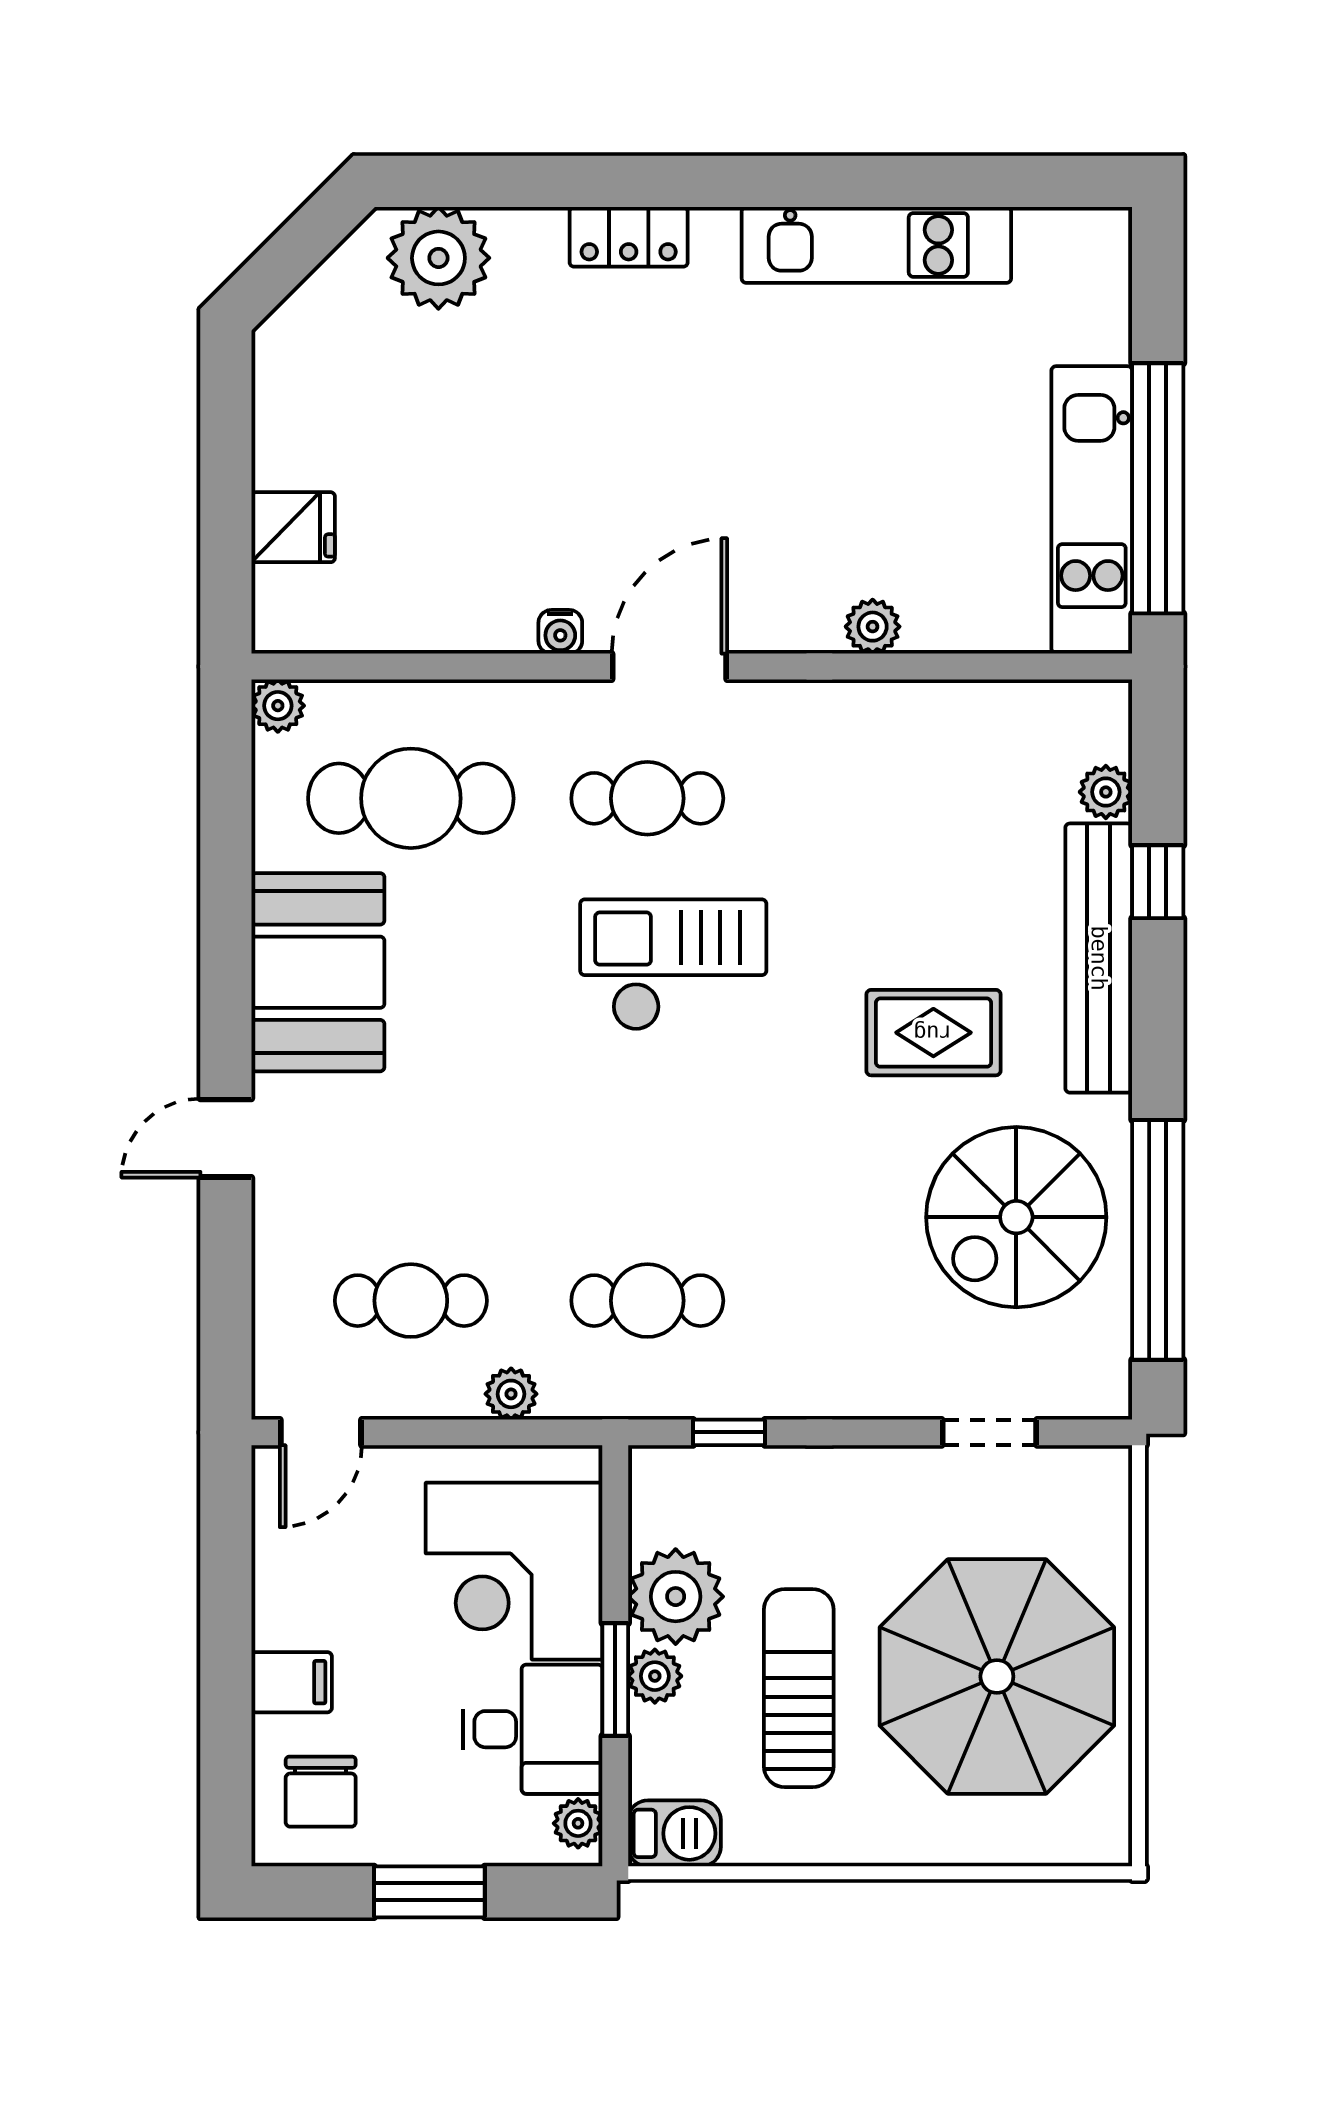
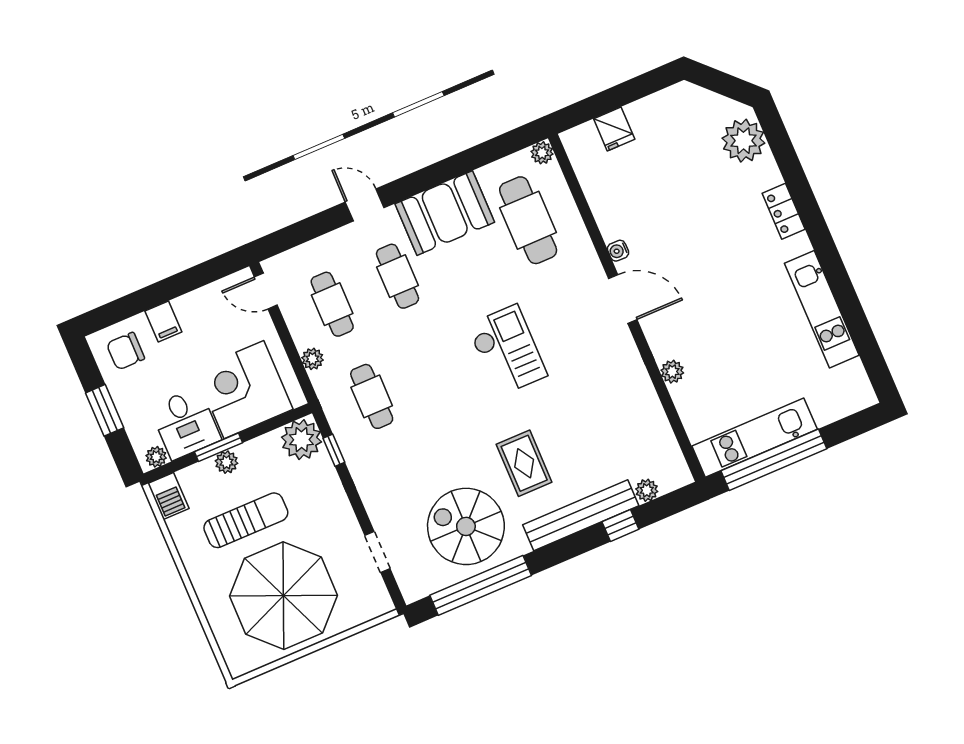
cafe table: (647, 798) -> (397, 276), moved
plant: (676, 1597) -> (301, 440), moved

